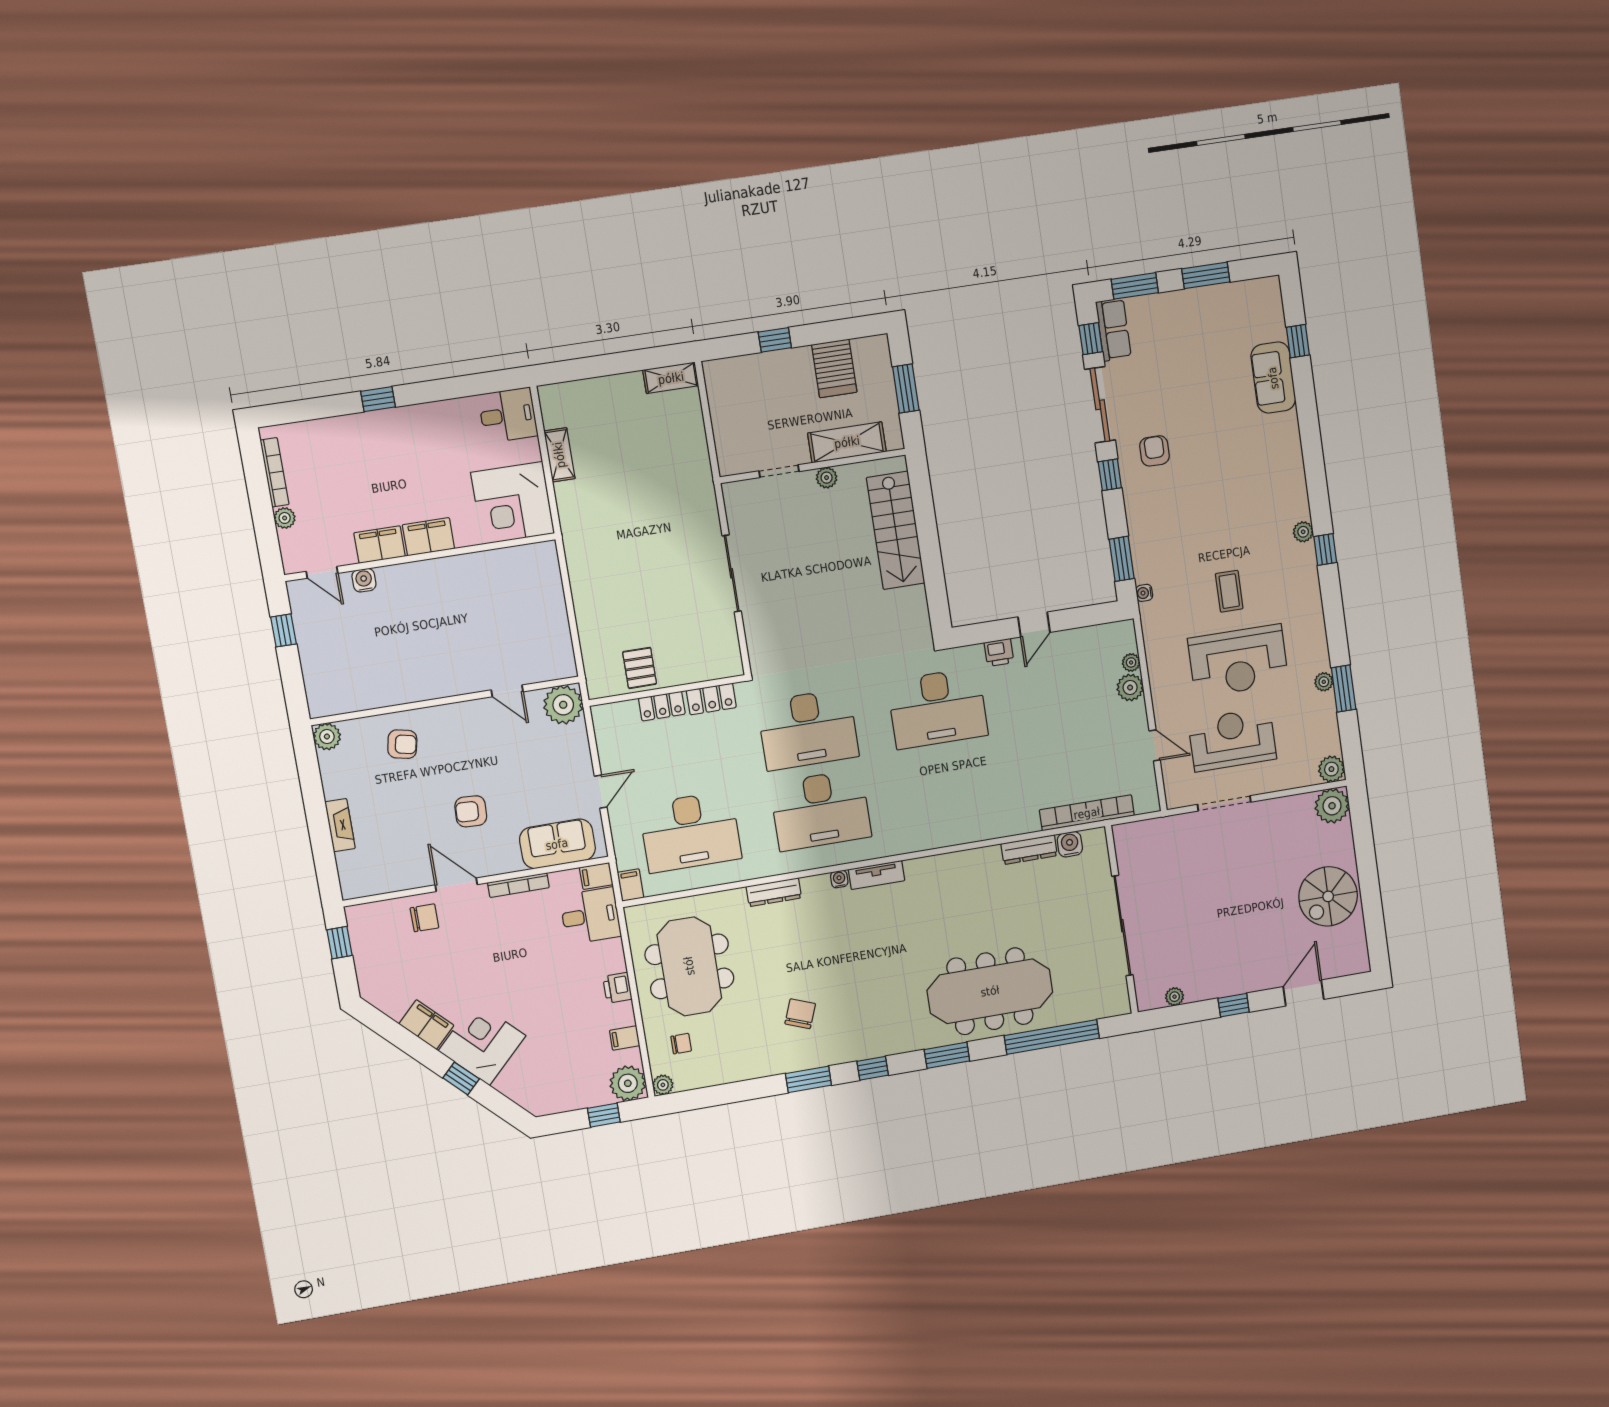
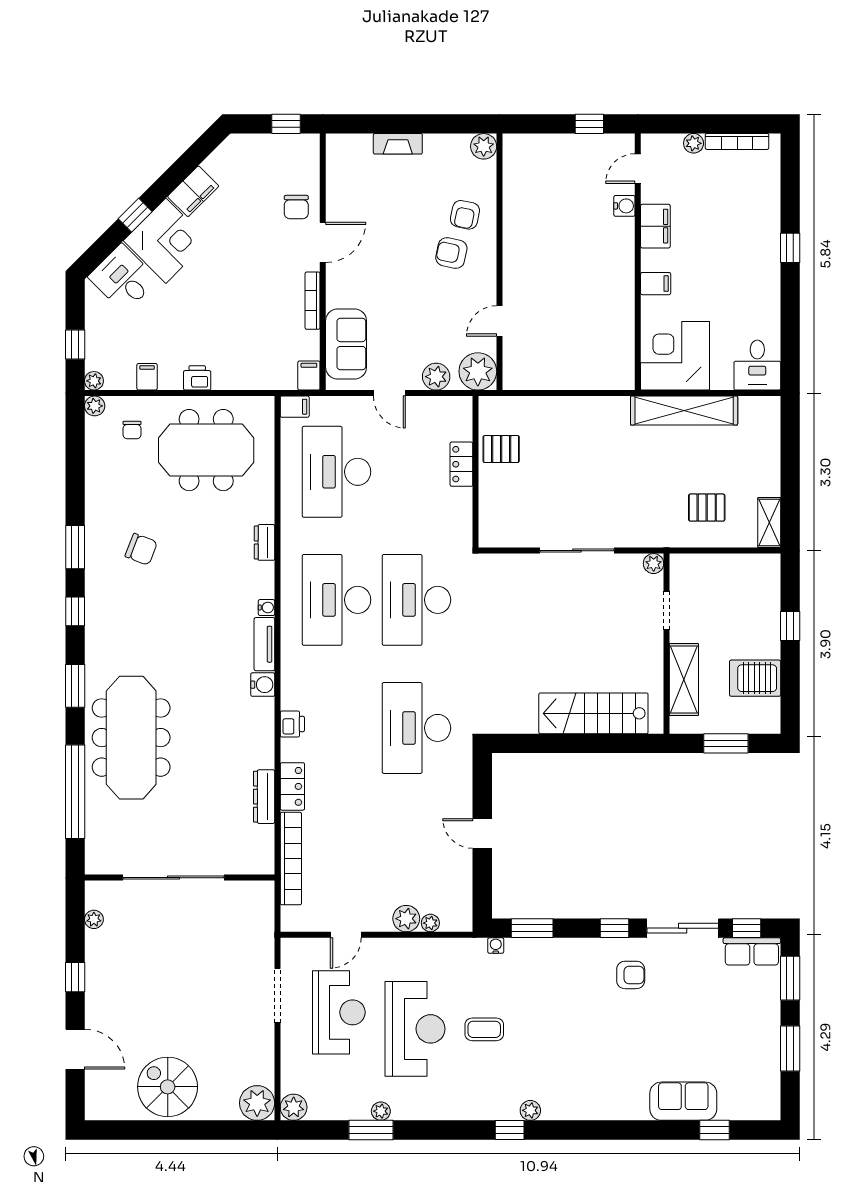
pallet: (666, 446) -> (707, 508), added
shelving: (559, 455) -> (684, 410), width x2.20, depth x1.33
plant: (827, 478) -> (654, 564), moved
filing cabinet: (428, 537) -> (656, 284), width x0.50
printer: (999, 652) -> (292, 724), moved, turned 180
reception desk: (1238, 661) -> (415, 1029), turned 180
locker: (711, 699) -> (292, 786), moved, turned 180
plant: (576, 747) -> (436, 377), added
armchair: (471, 811) -> (451, 253), moved, turned -81
water cooler: (1070, 844) -> (263, 685), moved
dresser: (774, 892) -> (264, 542), width x0.70
desk: (590, 916) -> (123, 278), moved, turned 135
plant: (628, 1083) -> (94, 381), width x0.53, depth x0.53

